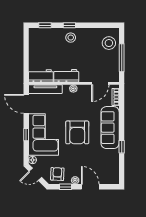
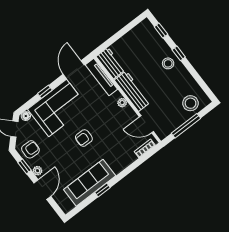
workbench: (66, 76) -> (132, 91), width x1.38
sofa: (110, 128) -> (90, 183), moved
armchair: (77, 132) -> (84, 138), width x0.53, depth x0.53

